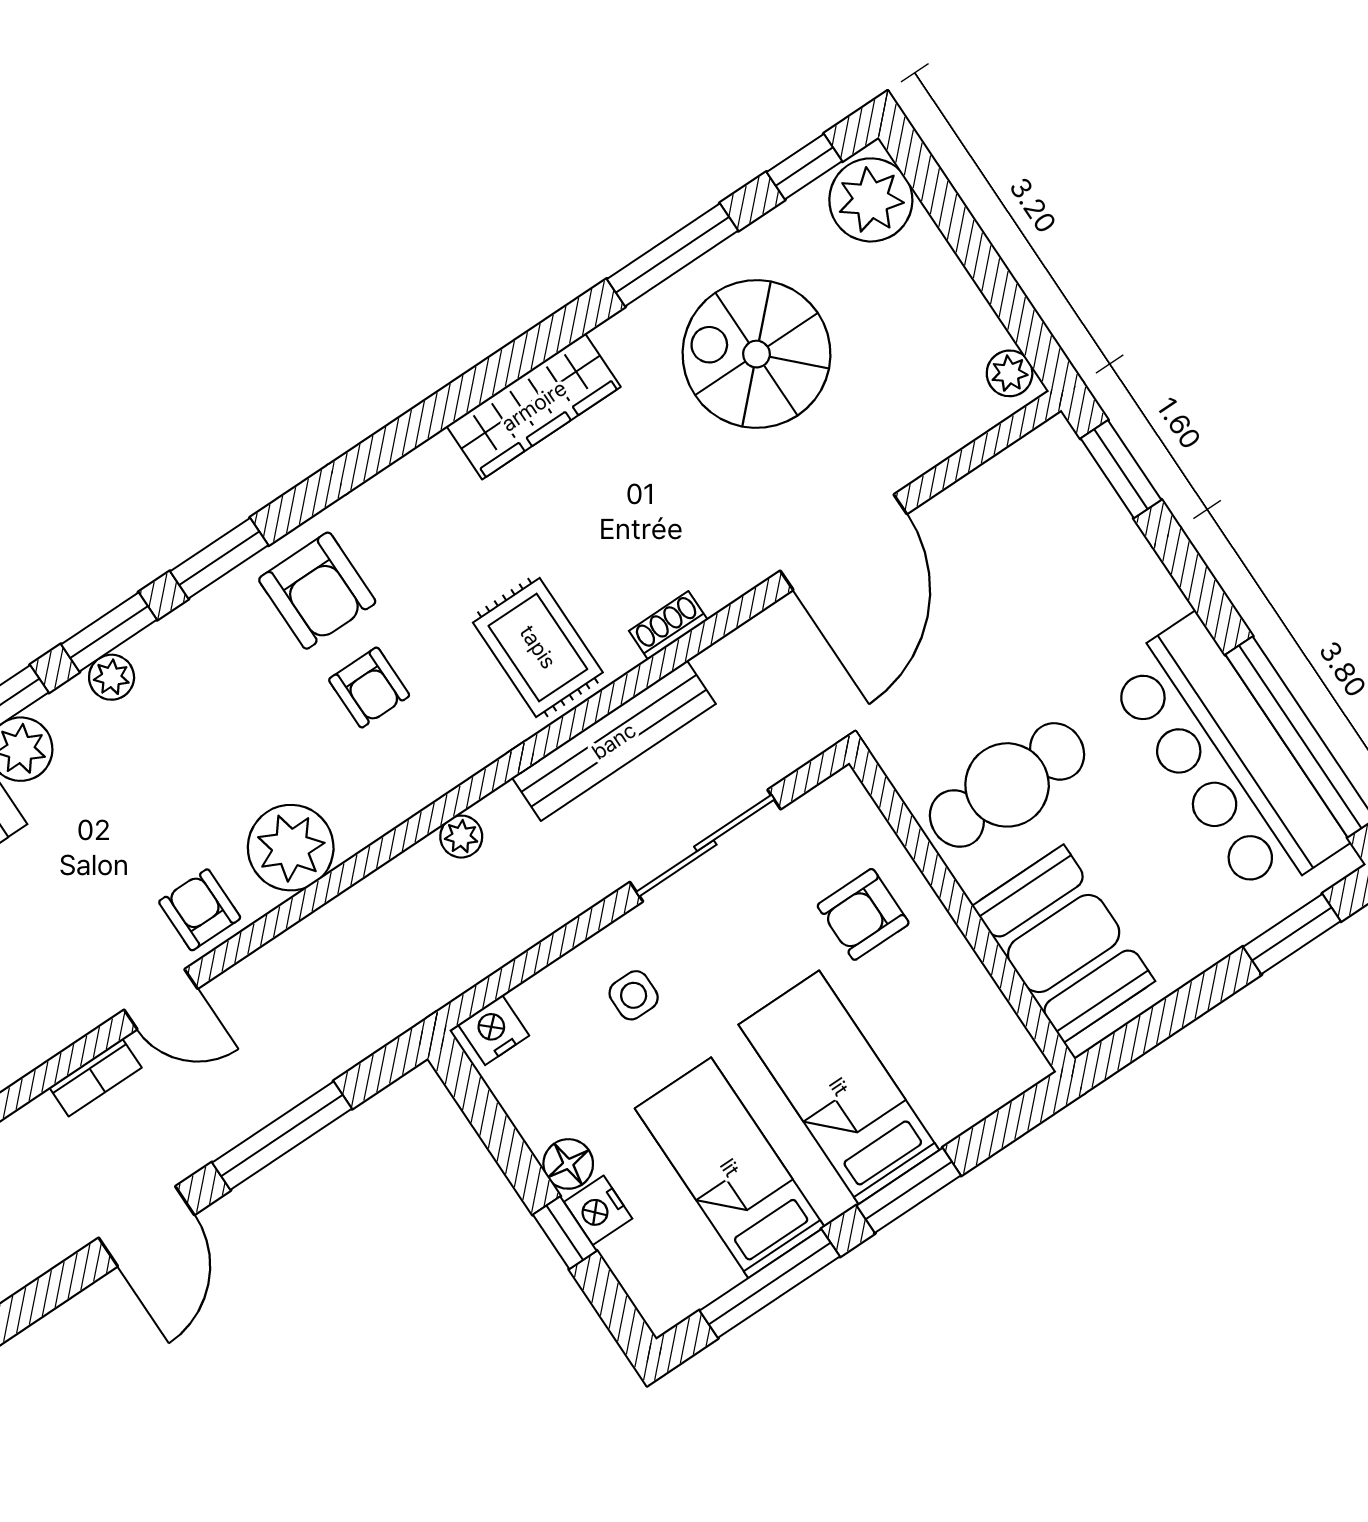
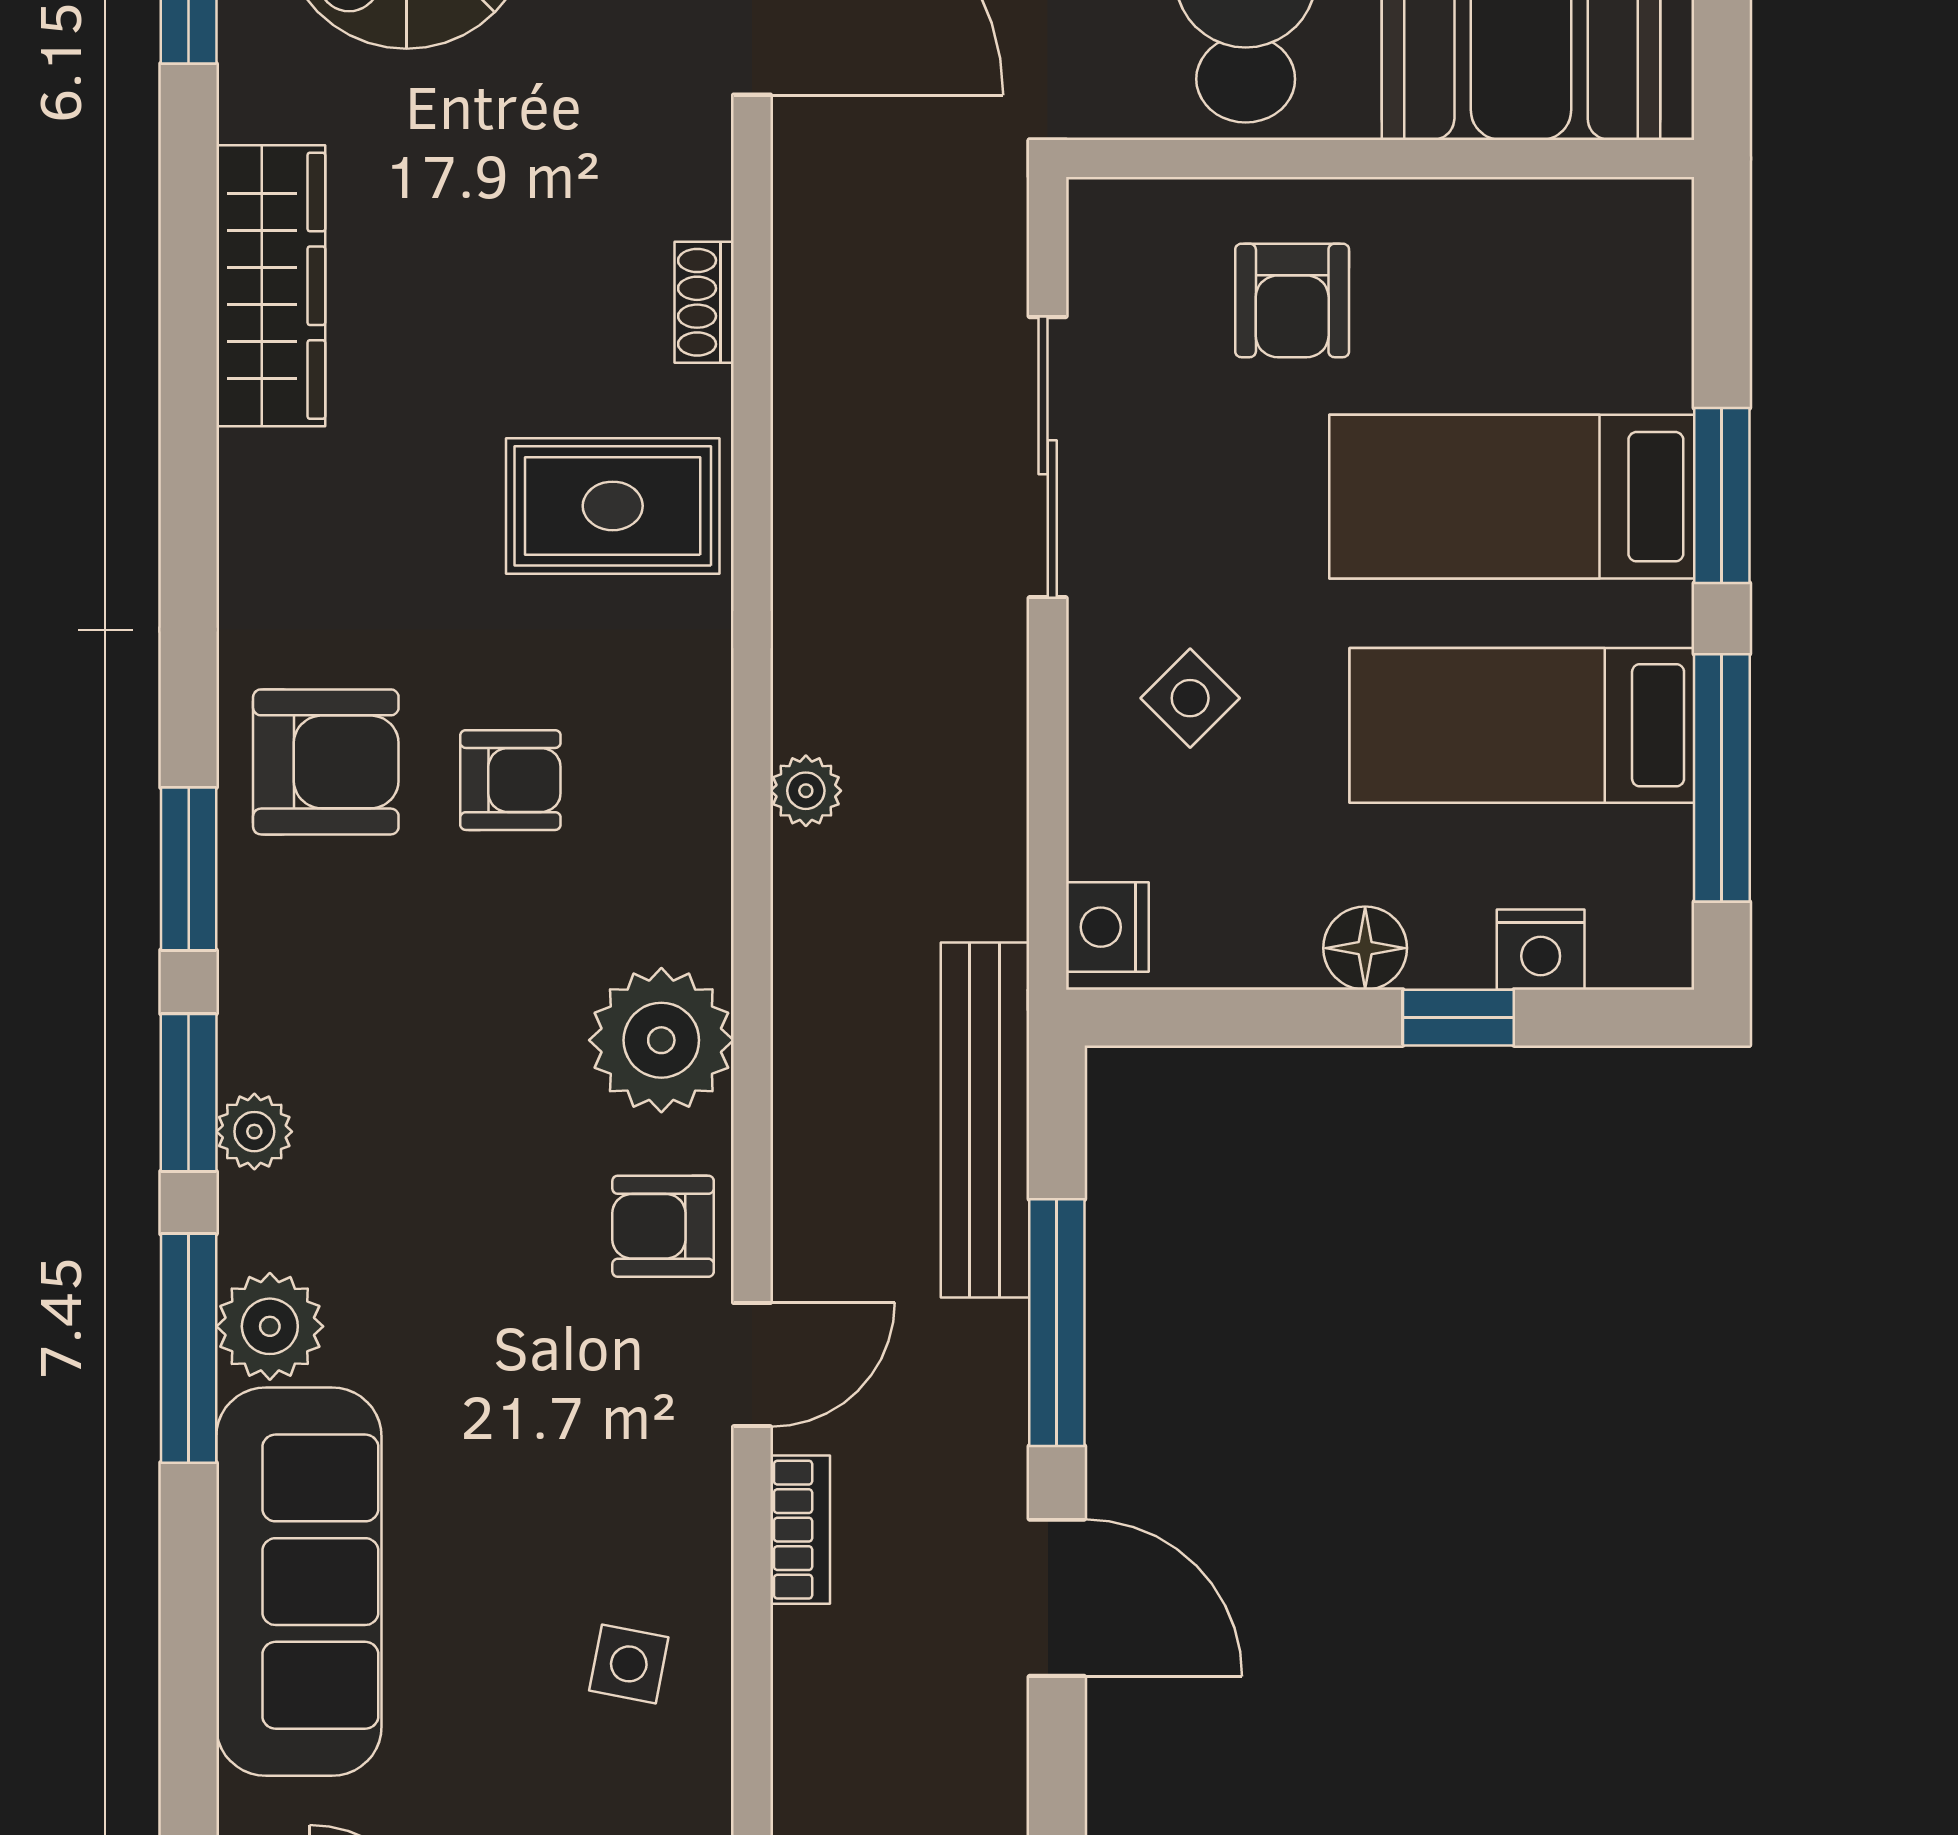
bench: (614, 741) -> (985, 1120), moved
side table: (634, 995) -> (1190, 698), turned 45
nightstand: (598, 1210) -> (1541, 950), moved

